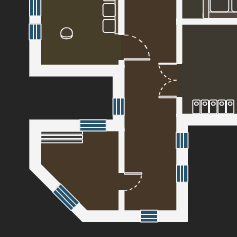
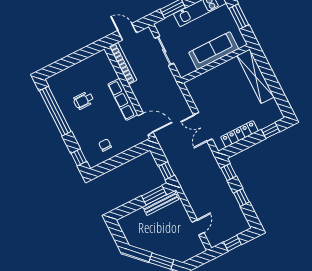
window: (35, 32) -> (79, 157), moved
chair: (67, 33) -> (105, 145), moved
bench: (62, 137) -> (161, 203), moved

